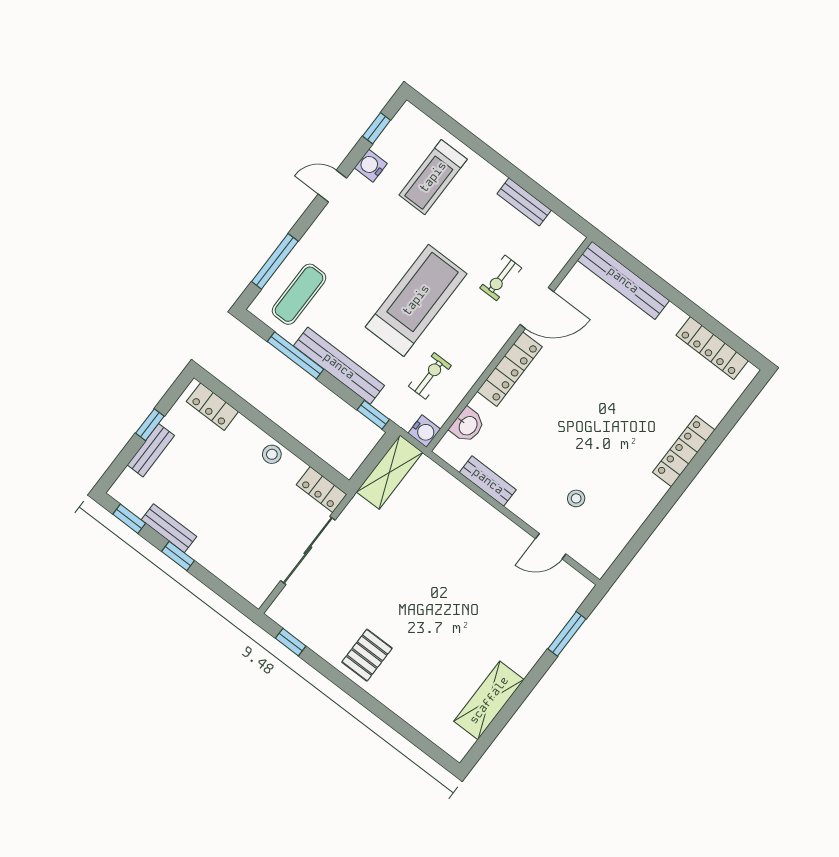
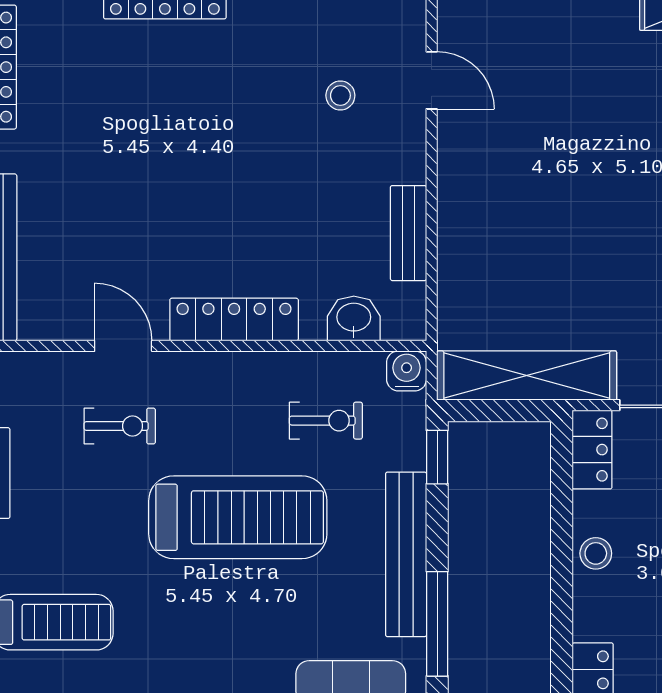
treadmill: (416, 300) -> (238, 517), turned 180
door: (537, 308) -> (123, 346), width x0.73
exercise bike: (430, 376) -> (326, 421), turned 180
shelving: (390, 472) -> (527, 375), width x1.47

